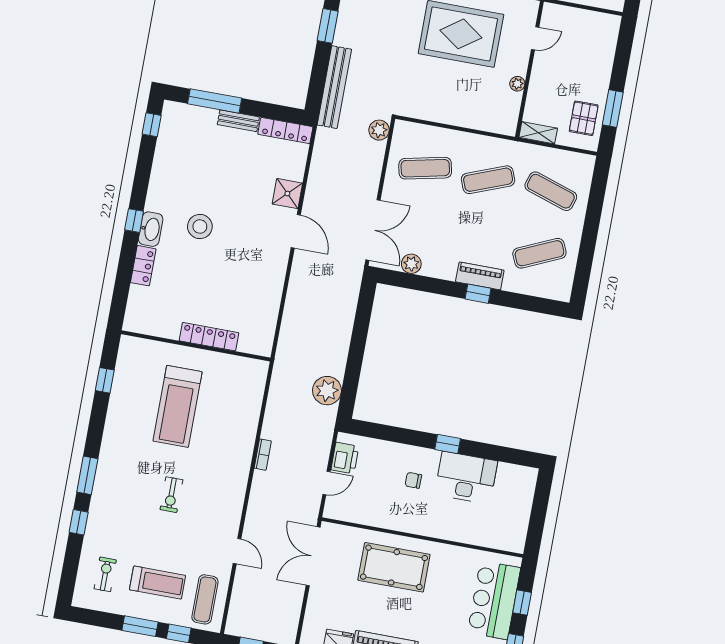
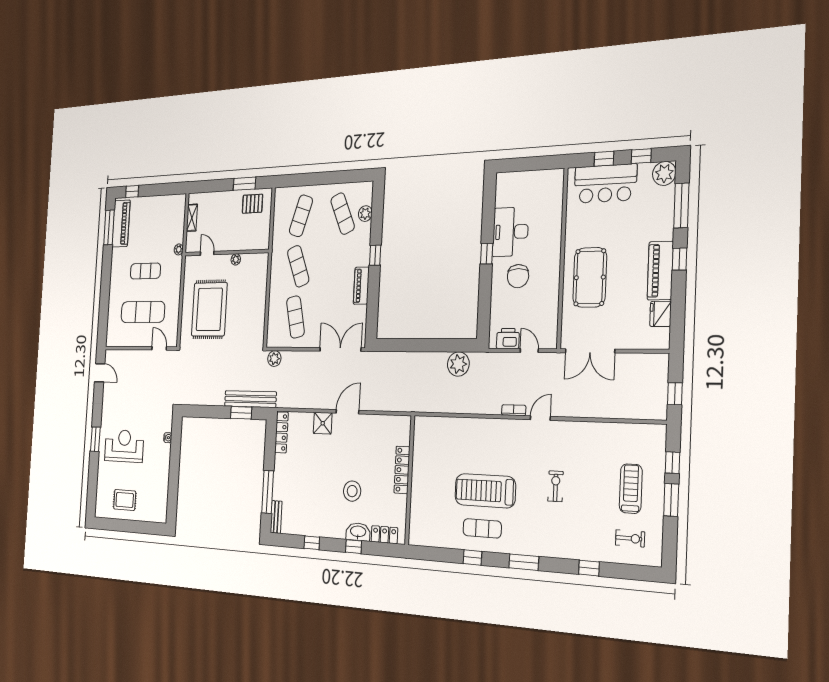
window: (328, 26) -> (241, 413), moved
bench: (238, 121) -> (276, 517), moved
window: (152, 125) -> (312, 543), moved
shelving: (538, 133) -> (192, 218), moved
plant: (411, 264) -> (365, 214), moved
piano: (480, 276) -> (361, 286), moved
locker: (209, 337) -> (402, 470), moved
wall: (196, 346) -> (410, 480), moved
treadmill: (177, 406) -> (485, 491), turned 180
window: (87, 475) -> (524, 562), moved
chair: (413, 480) -> (518, 276), width x1.87, depth x1.87
exercise bike: (171, 495) -> (556, 486), turned -90
door: (237, 551) -> (540, 418), moved
exercise bike: (105, 574) -> (630, 538), turned 180
exercise mat: (205, 599) -> (482, 528), moved

